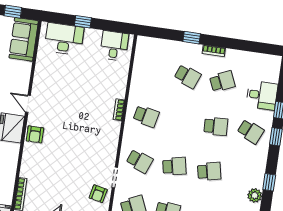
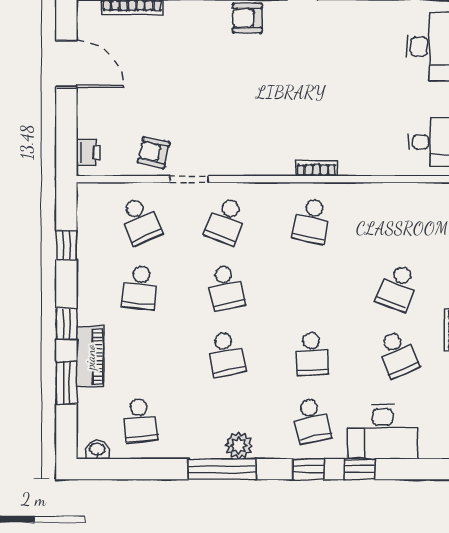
desk: (262, 95) -> (383, 432), width x1.37
school desk: (251, 131) -> (312, 420), turned -36
window: (269, 182) -> (222, 469), width x2.17
plant: (255, 195) -> (239, 446), moved

